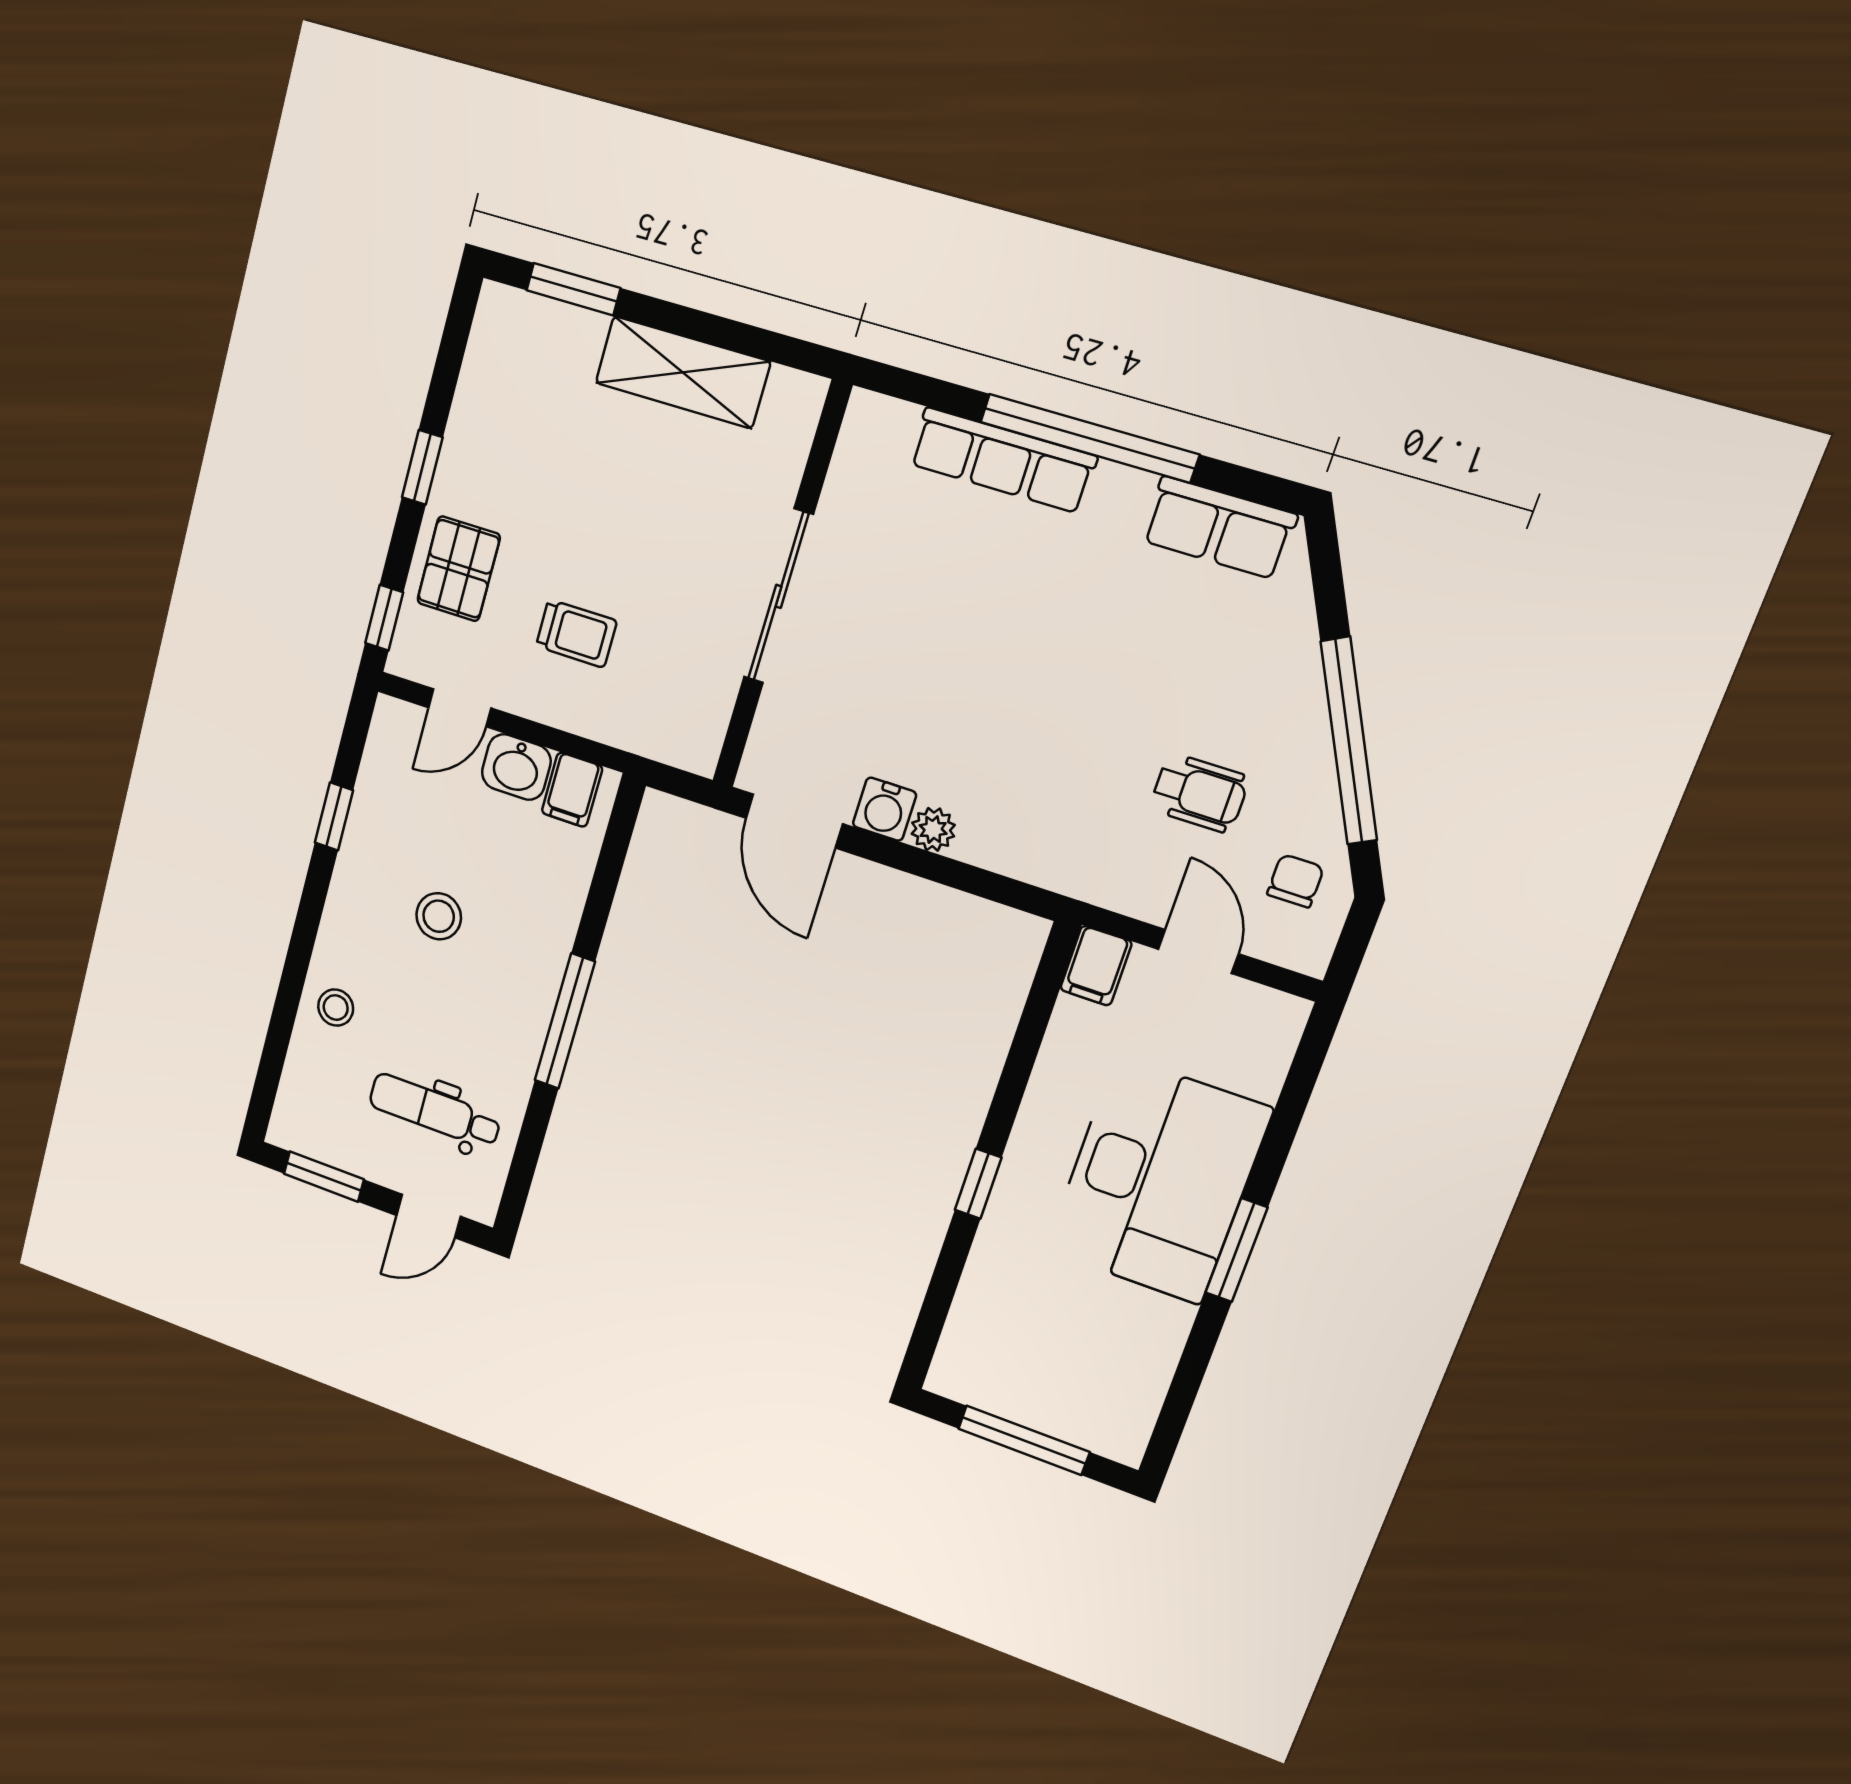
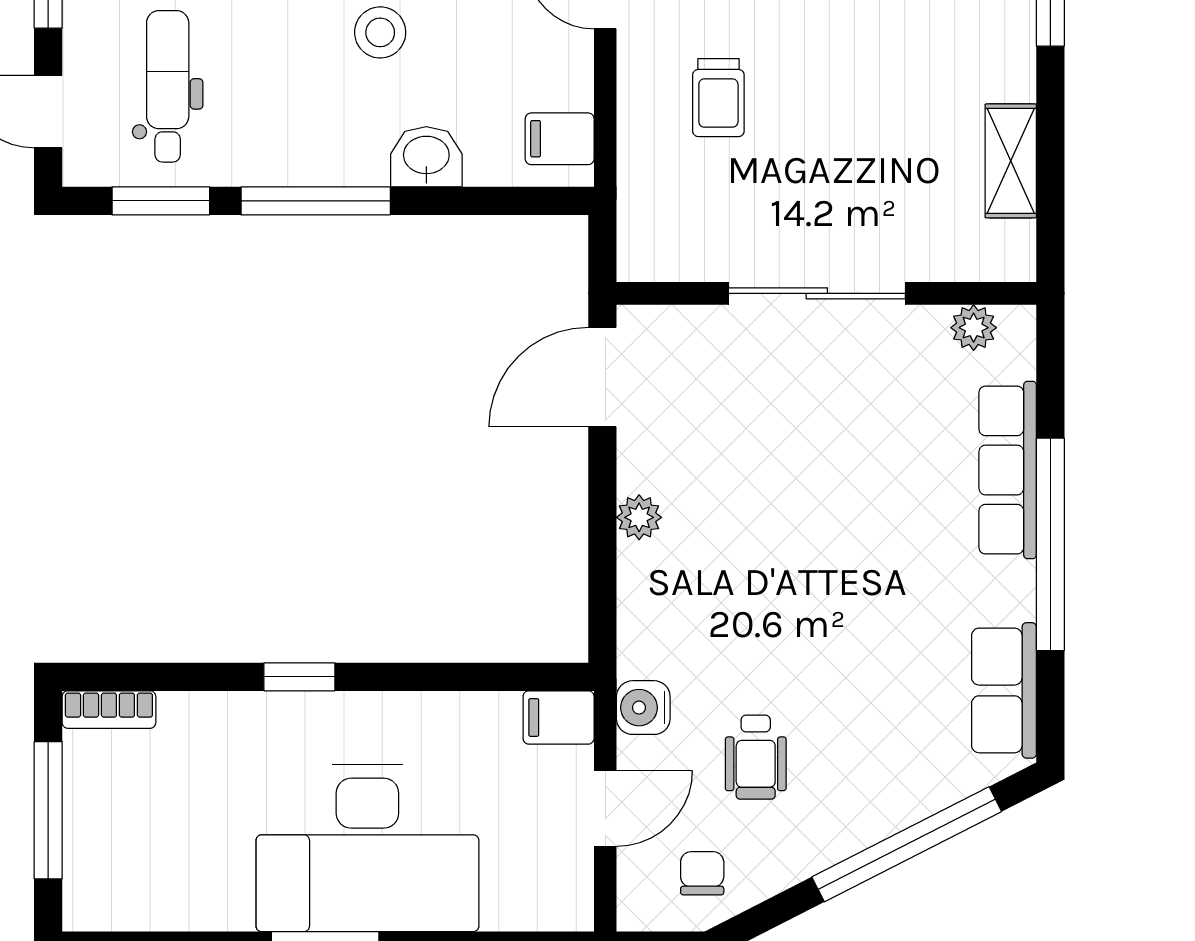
shelving: (683, 372) -> (1011, 161), width x0.67, depth x0.75
plant: (856, 454) -> (974, 328), added
window: (1349, 741) -> (907, 844), moved
washbasin: (516, 767) -> (426, 157), moved, turned 90
water cooler: (884, 809) -> (643, 708), moved
chair: (1295, 881) -> (702, 873), turned -90
window: (528, 1151) -> (161, 201), added
bookcase: (952, 1356) -> (109, 710), added

